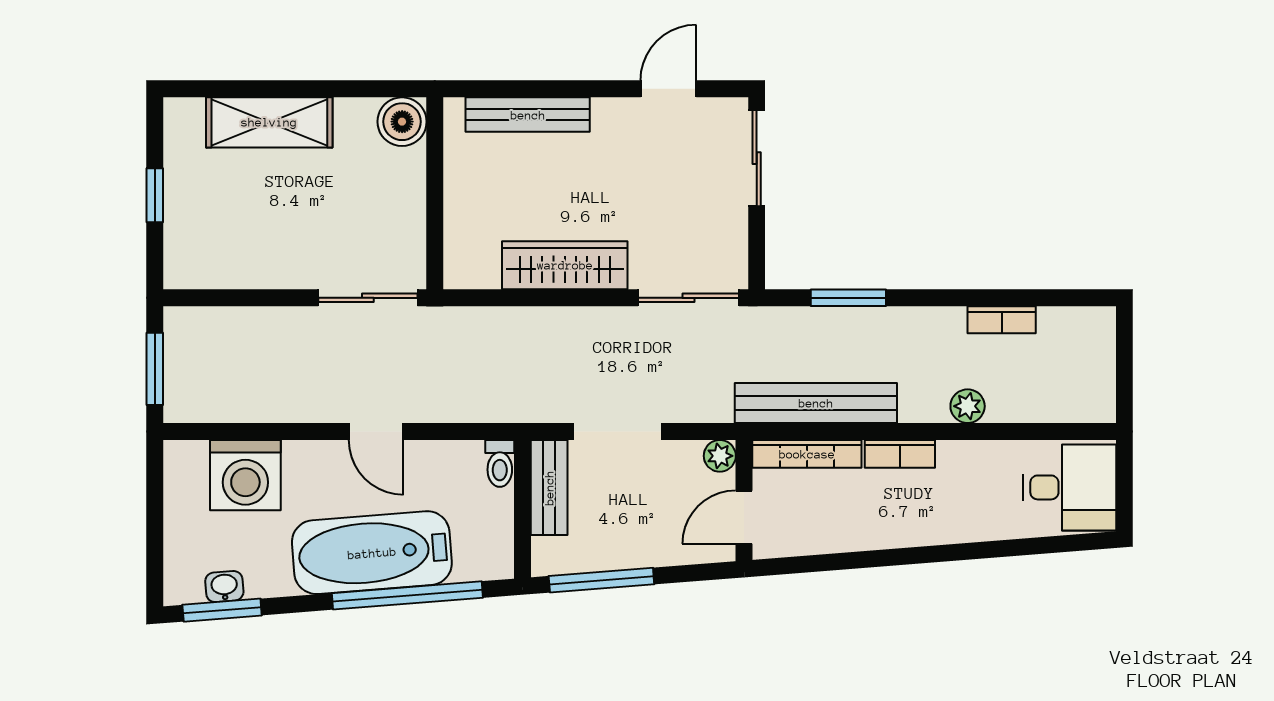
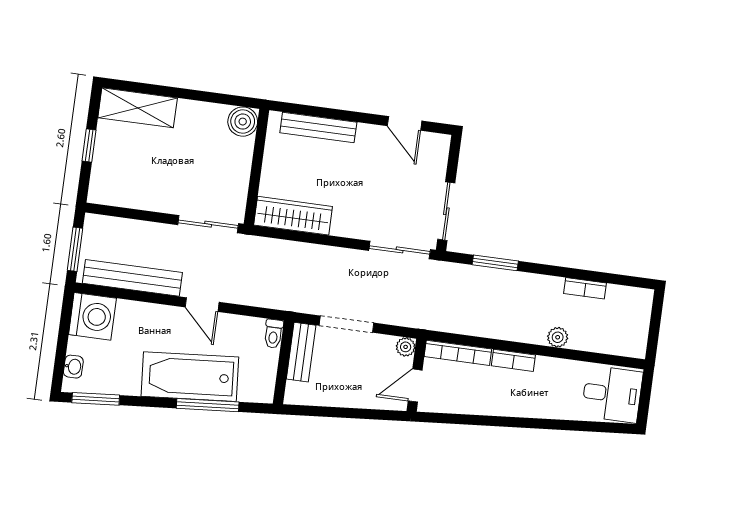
door: (669, 89) -> (405, 123), swing flipped
shelving: (269, 122) -> (138, 108), moved
sliding door: (757, 158) -> (446, 211), moved
wardrobe: (565, 265) -> (293, 216), moved
bench: (816, 403) -> (132, 278), moved
washing machine: (245, 475) -> (92, 316), moved, turned -90
window: (601, 580) -> (325, 412), removed
washbasin: (224, 587) -> (73, 367), moved, turned 95
window: (407, 595) -> (208, 405), width x0.68

